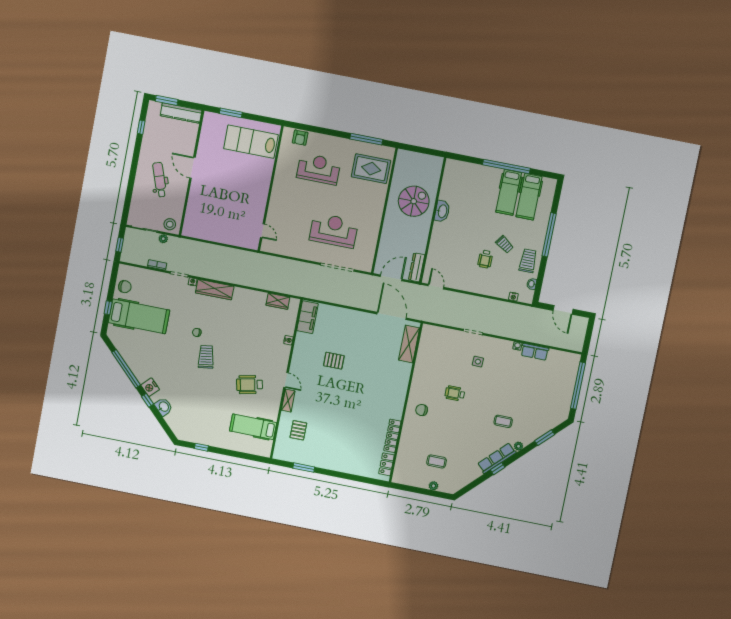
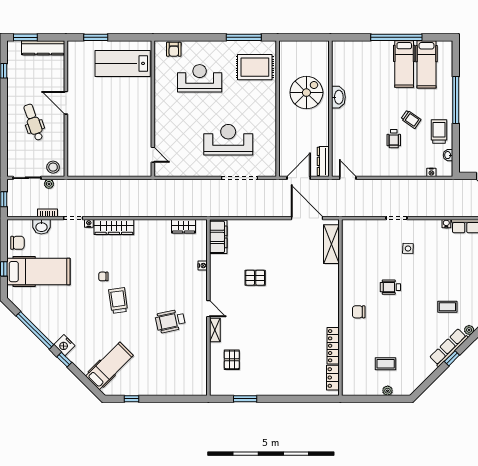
washbasin: (164, 407) -> (41, 227), moved, turned 135
hospital bed: (253, 427) -> (109, 366), moved, turned 135

